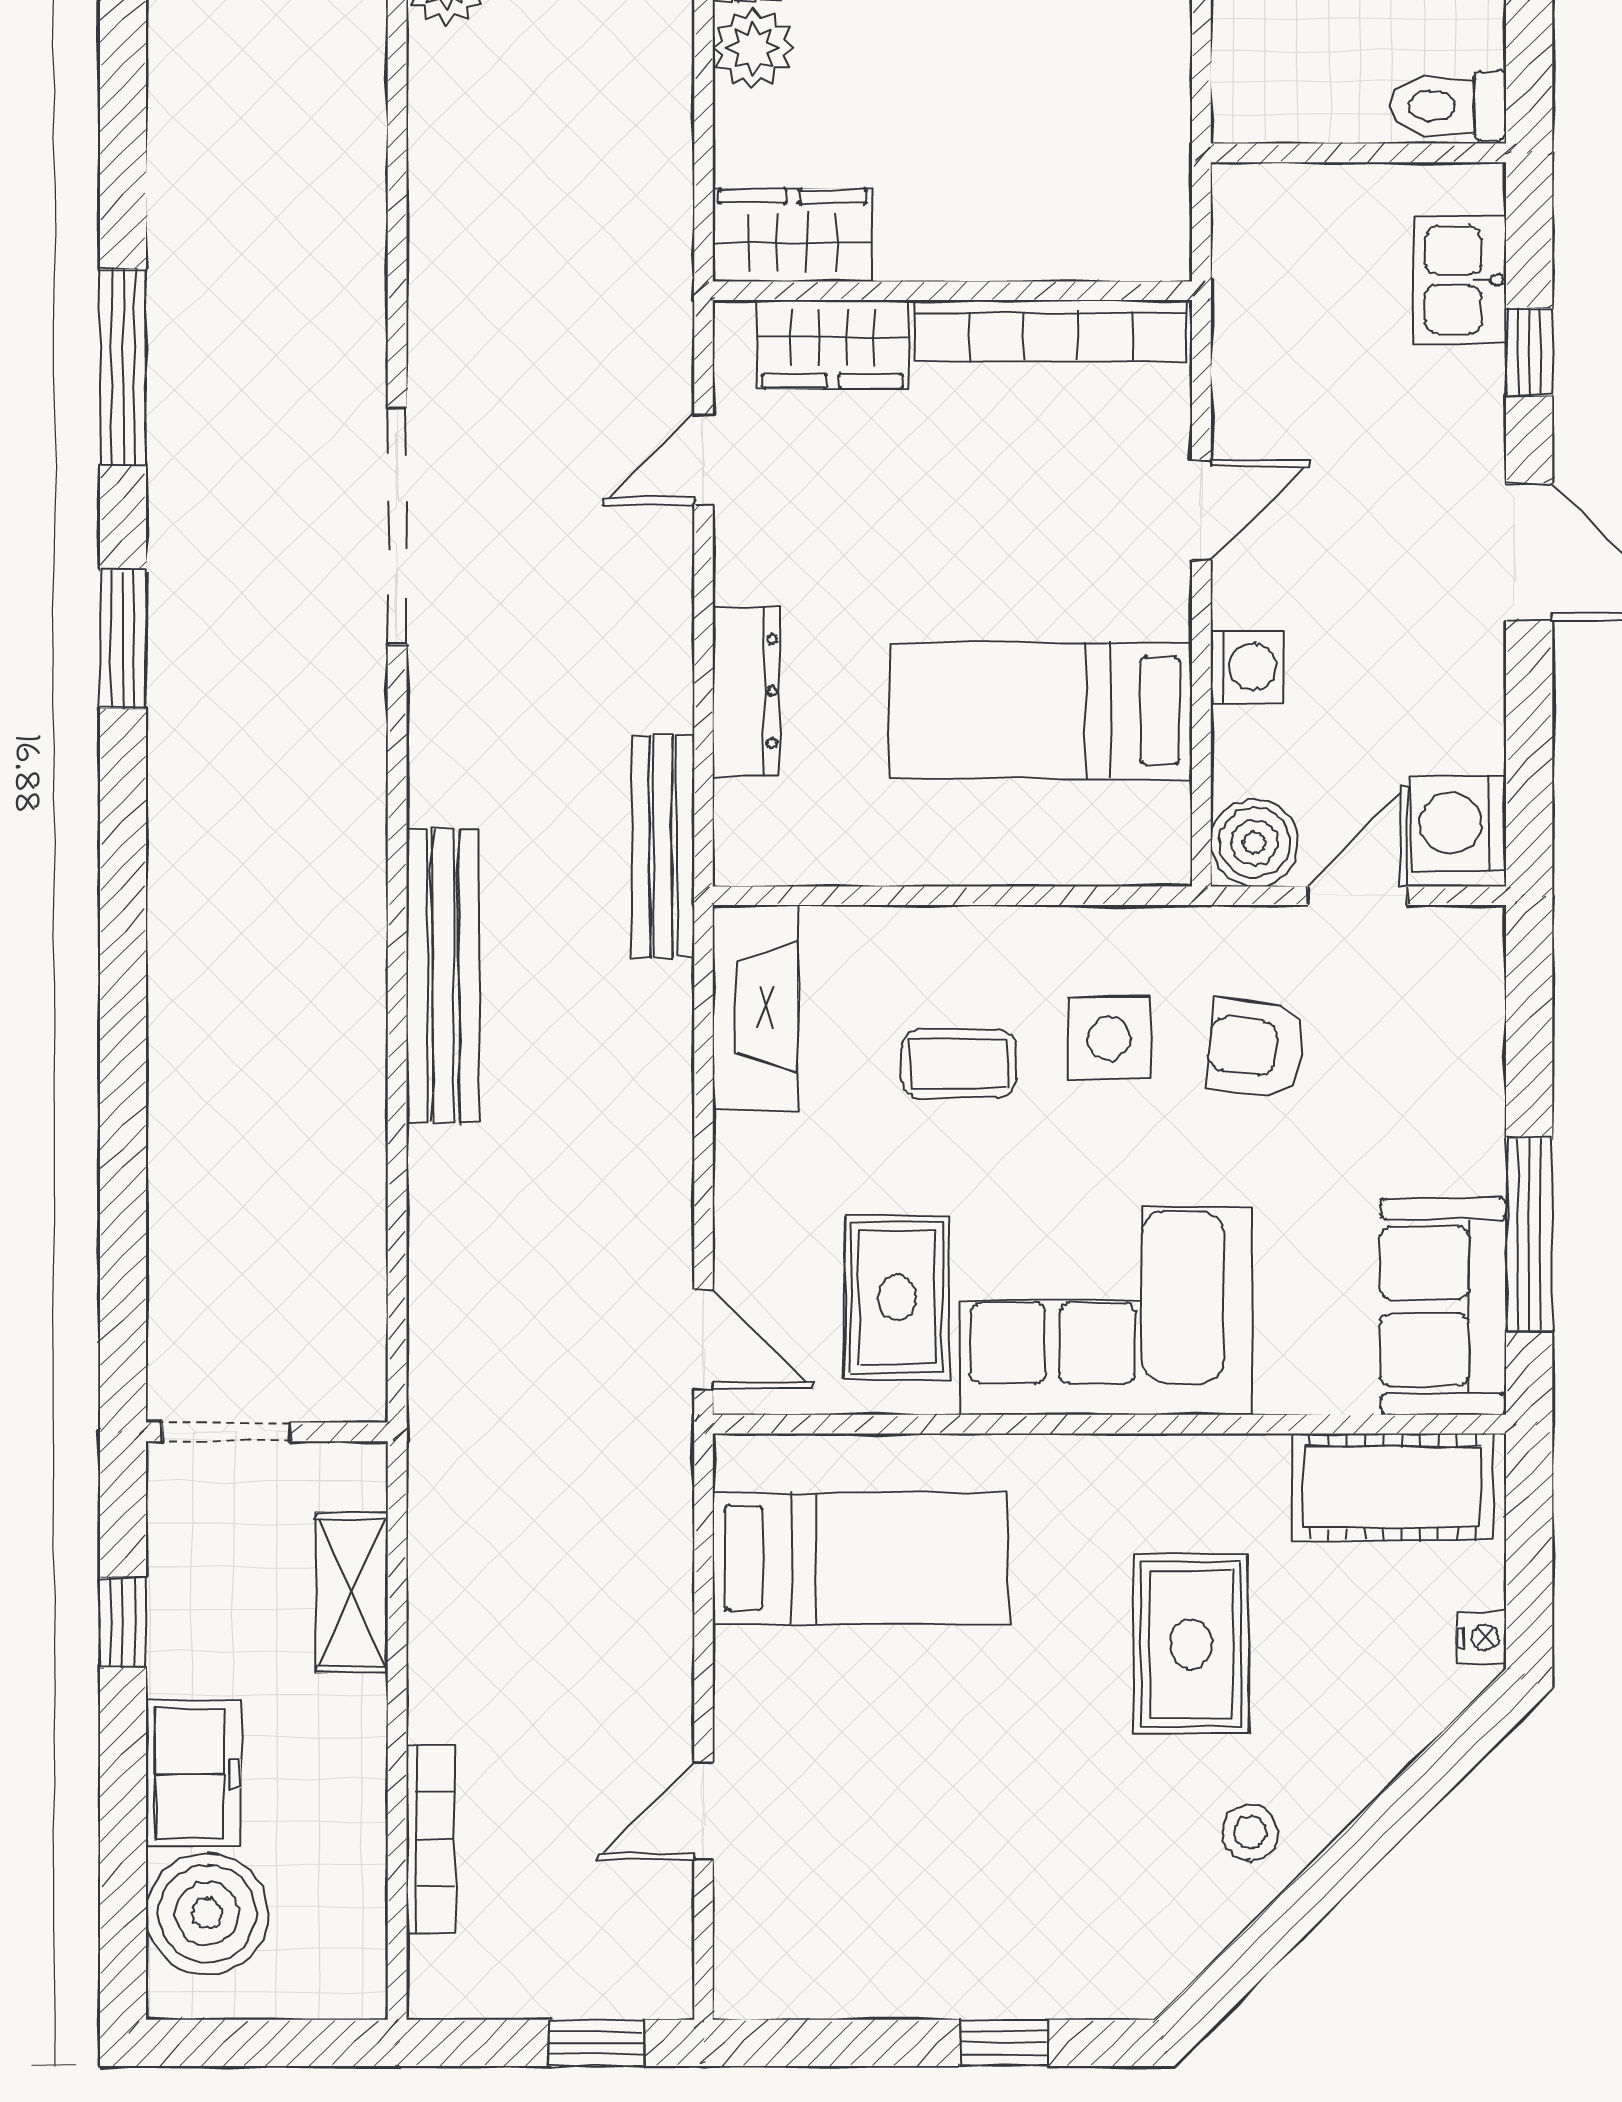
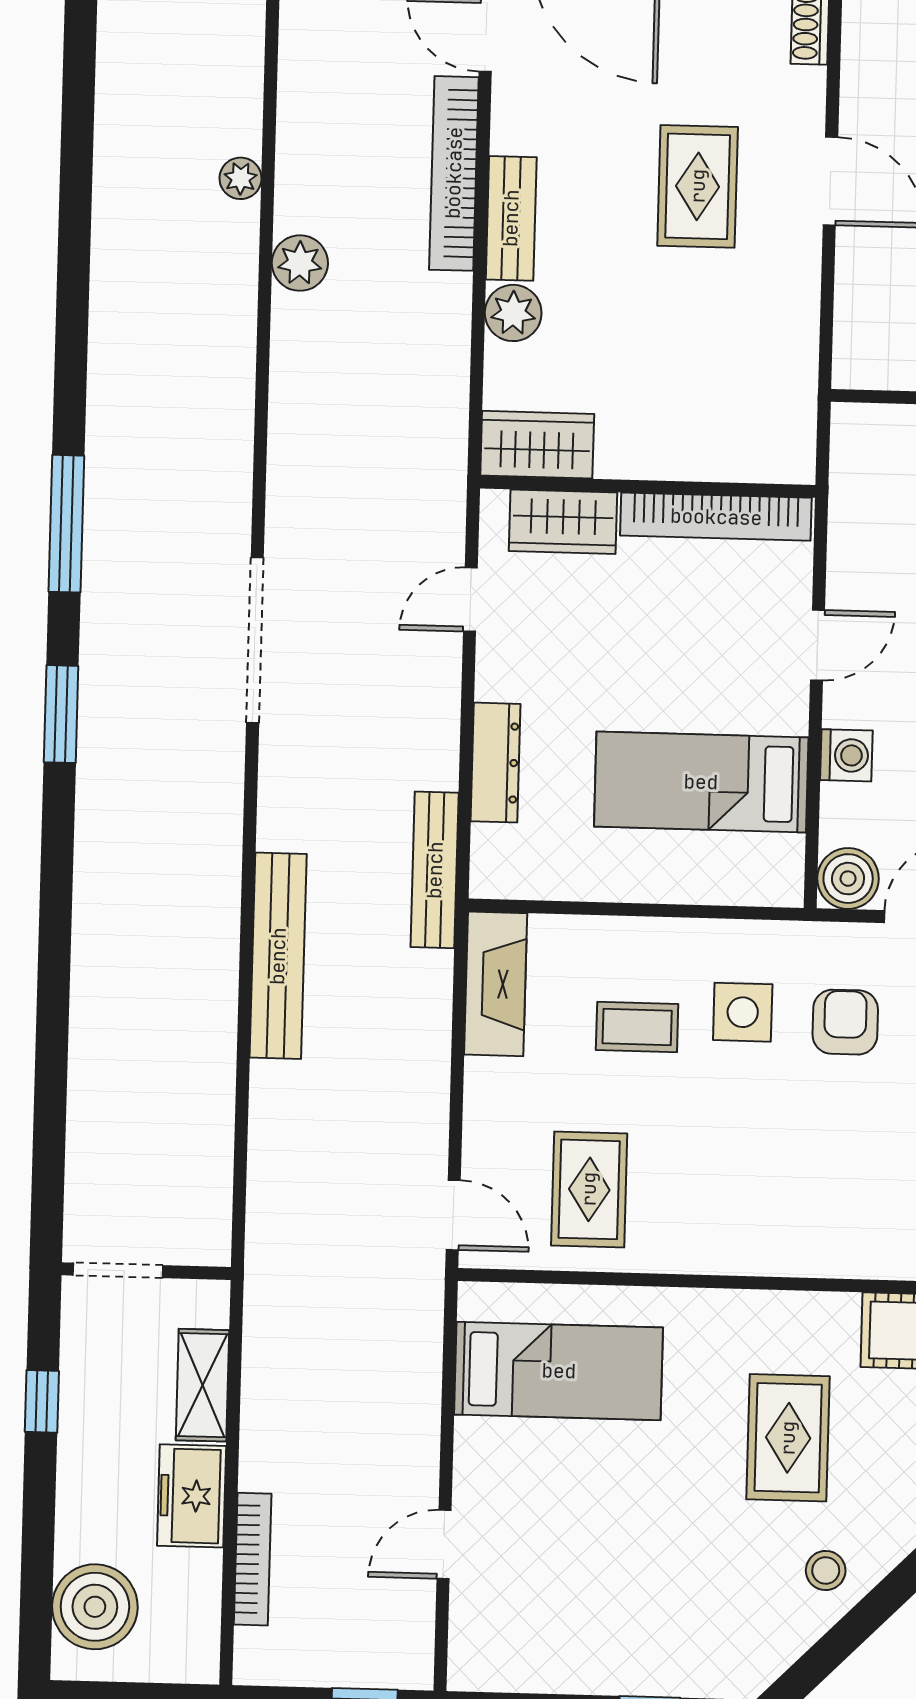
armchair: (1256, 1048) -> (845, 1022), turned 83
corner sofa: (1107, 1311) -> (736, 1203), removed
freezer: (193, 1774) -> (192, 1496), moved, turned 180

